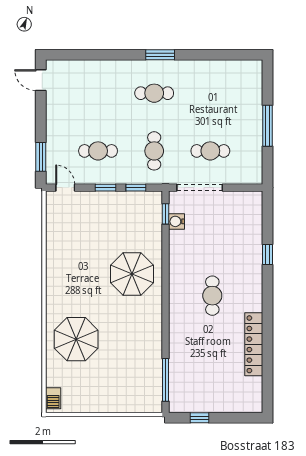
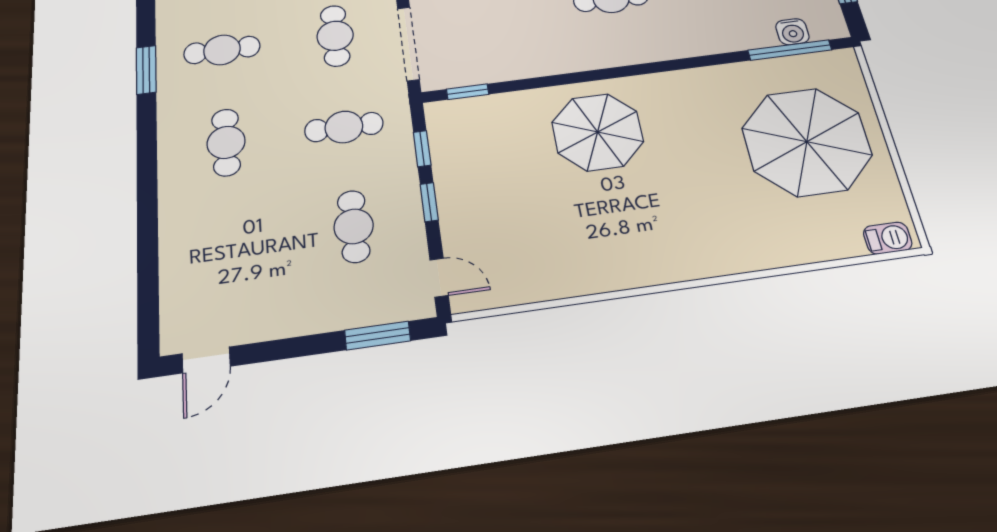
window: (160, 55) -> (146, 70), moved
cafe table: (210, 93) -> (222, 50), added
door: (65, 188) -> (439, 278), swing flipped
water cooler: (177, 221) -> (792, 32), moved
parasol: (76, 339) -> (807, 142), moved, width x1.36, depth x1.36

